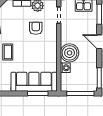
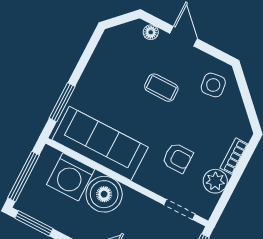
washing machine: (65, 68) -> (71, 177), width x1.89, depth x1.89
sofa: (34, 82) -> (100, 143), moved, turned -90

